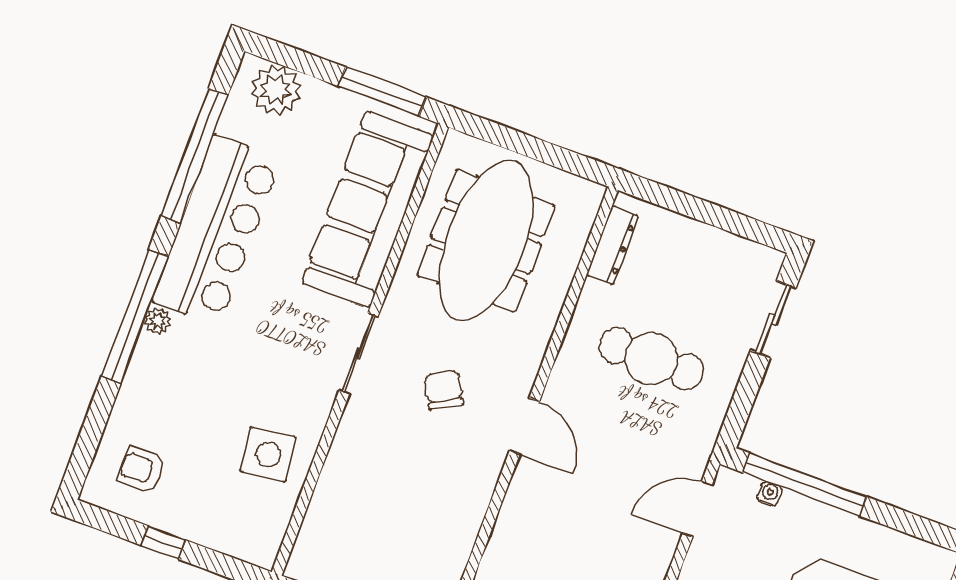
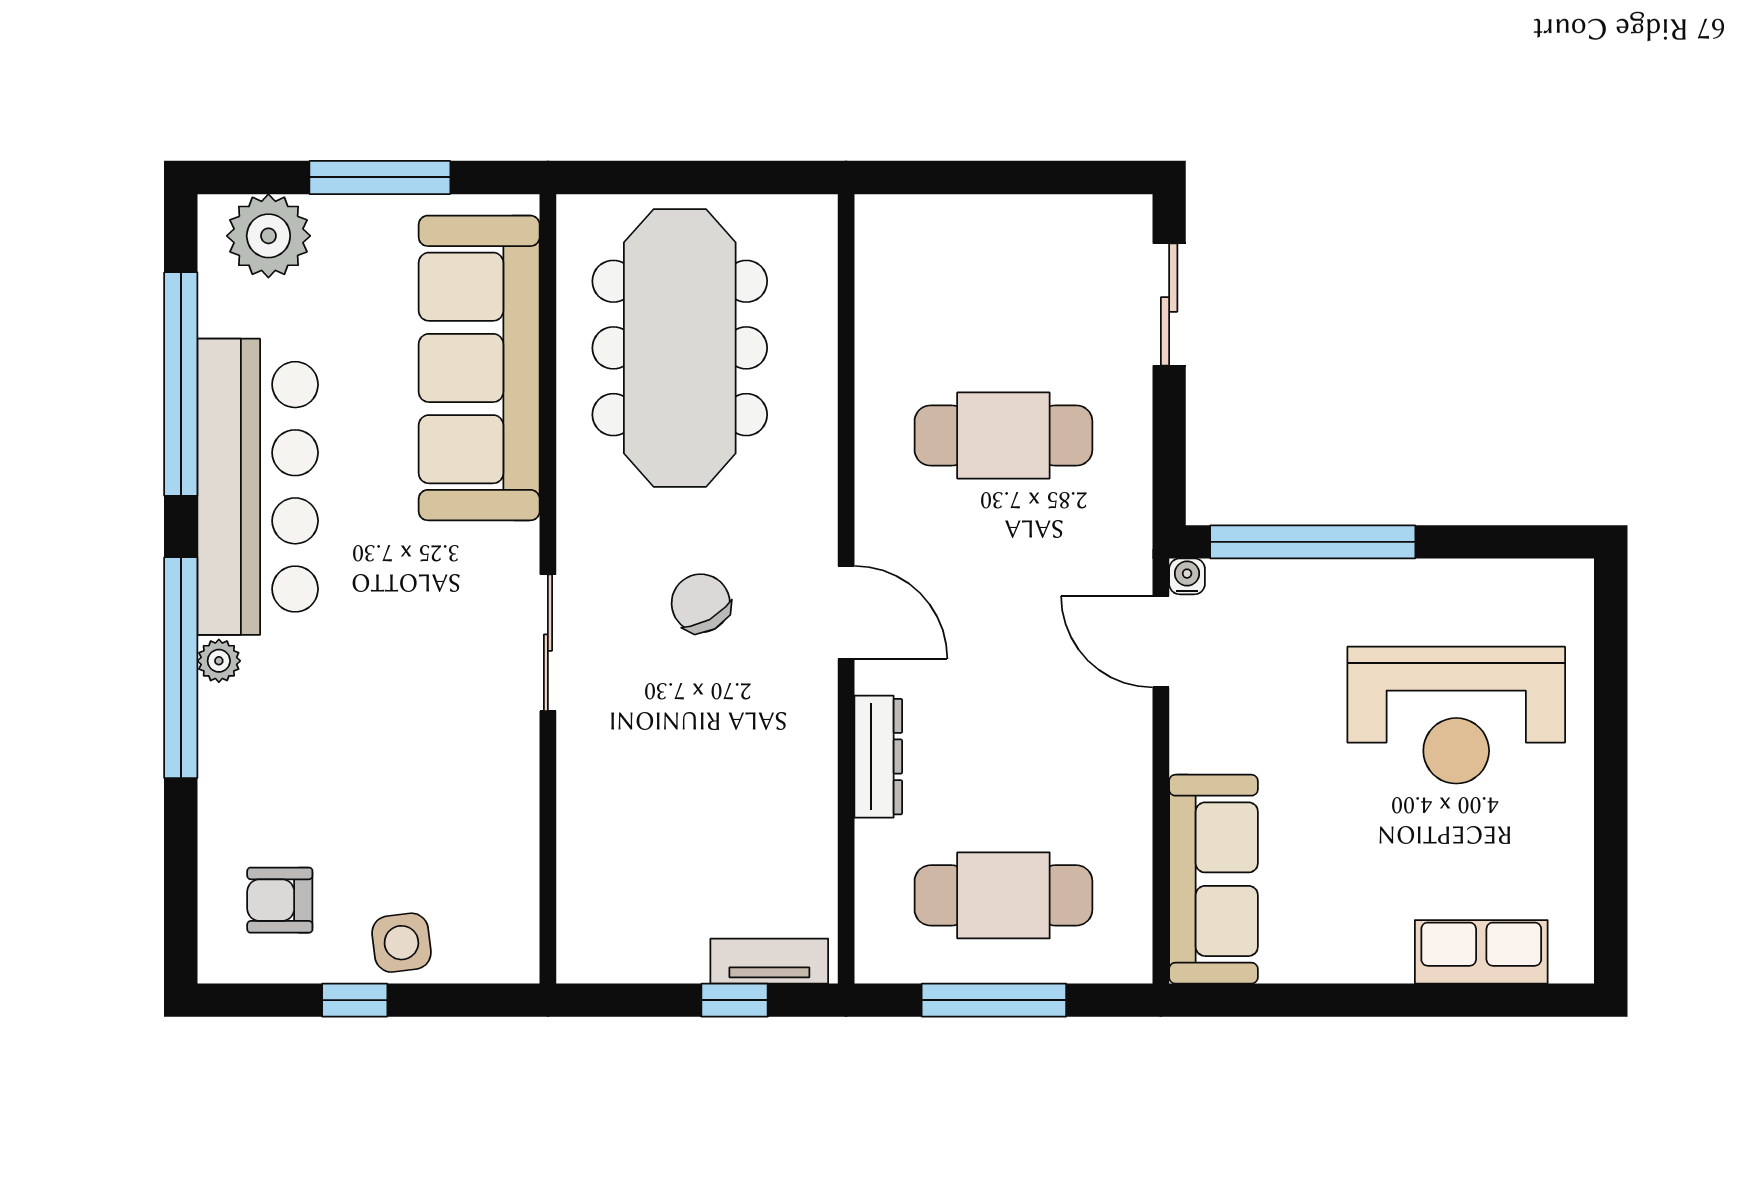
window: (382, 92) -> (380, 177), moved
dresser: (612, 245) -> (878, 757), moved
sliding door: (359, 353) -> (548, 643), moved
side table: (268, 454) -> (401, 943), moved, width x0.73, depth x0.73
water cooler: (770, 494) -> (1187, 576), moved
door: (697, 509) -> (1161, 642), hinge flipped

